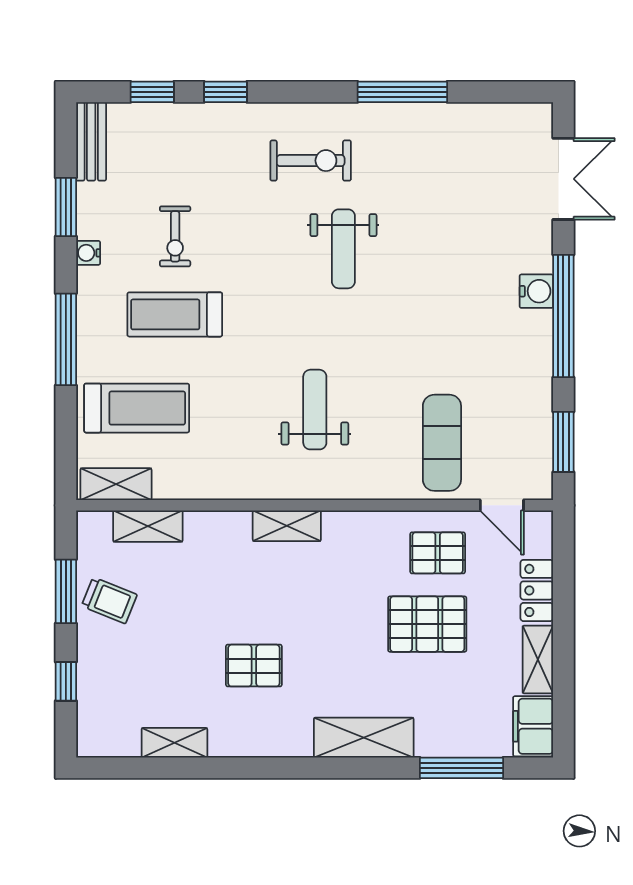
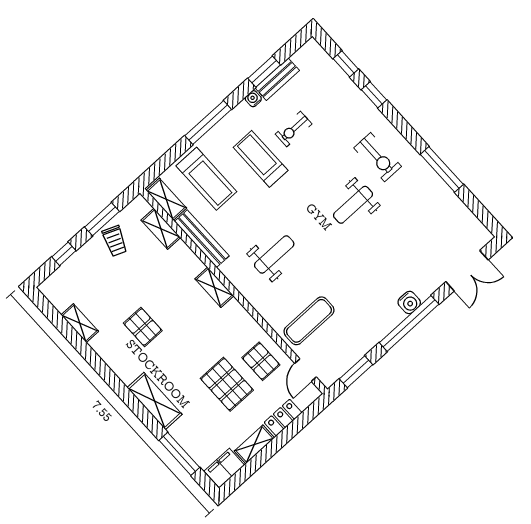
bench: (91, 141) -> (277, 79), moved
bench: (209, 485) -> (202, 239), added

